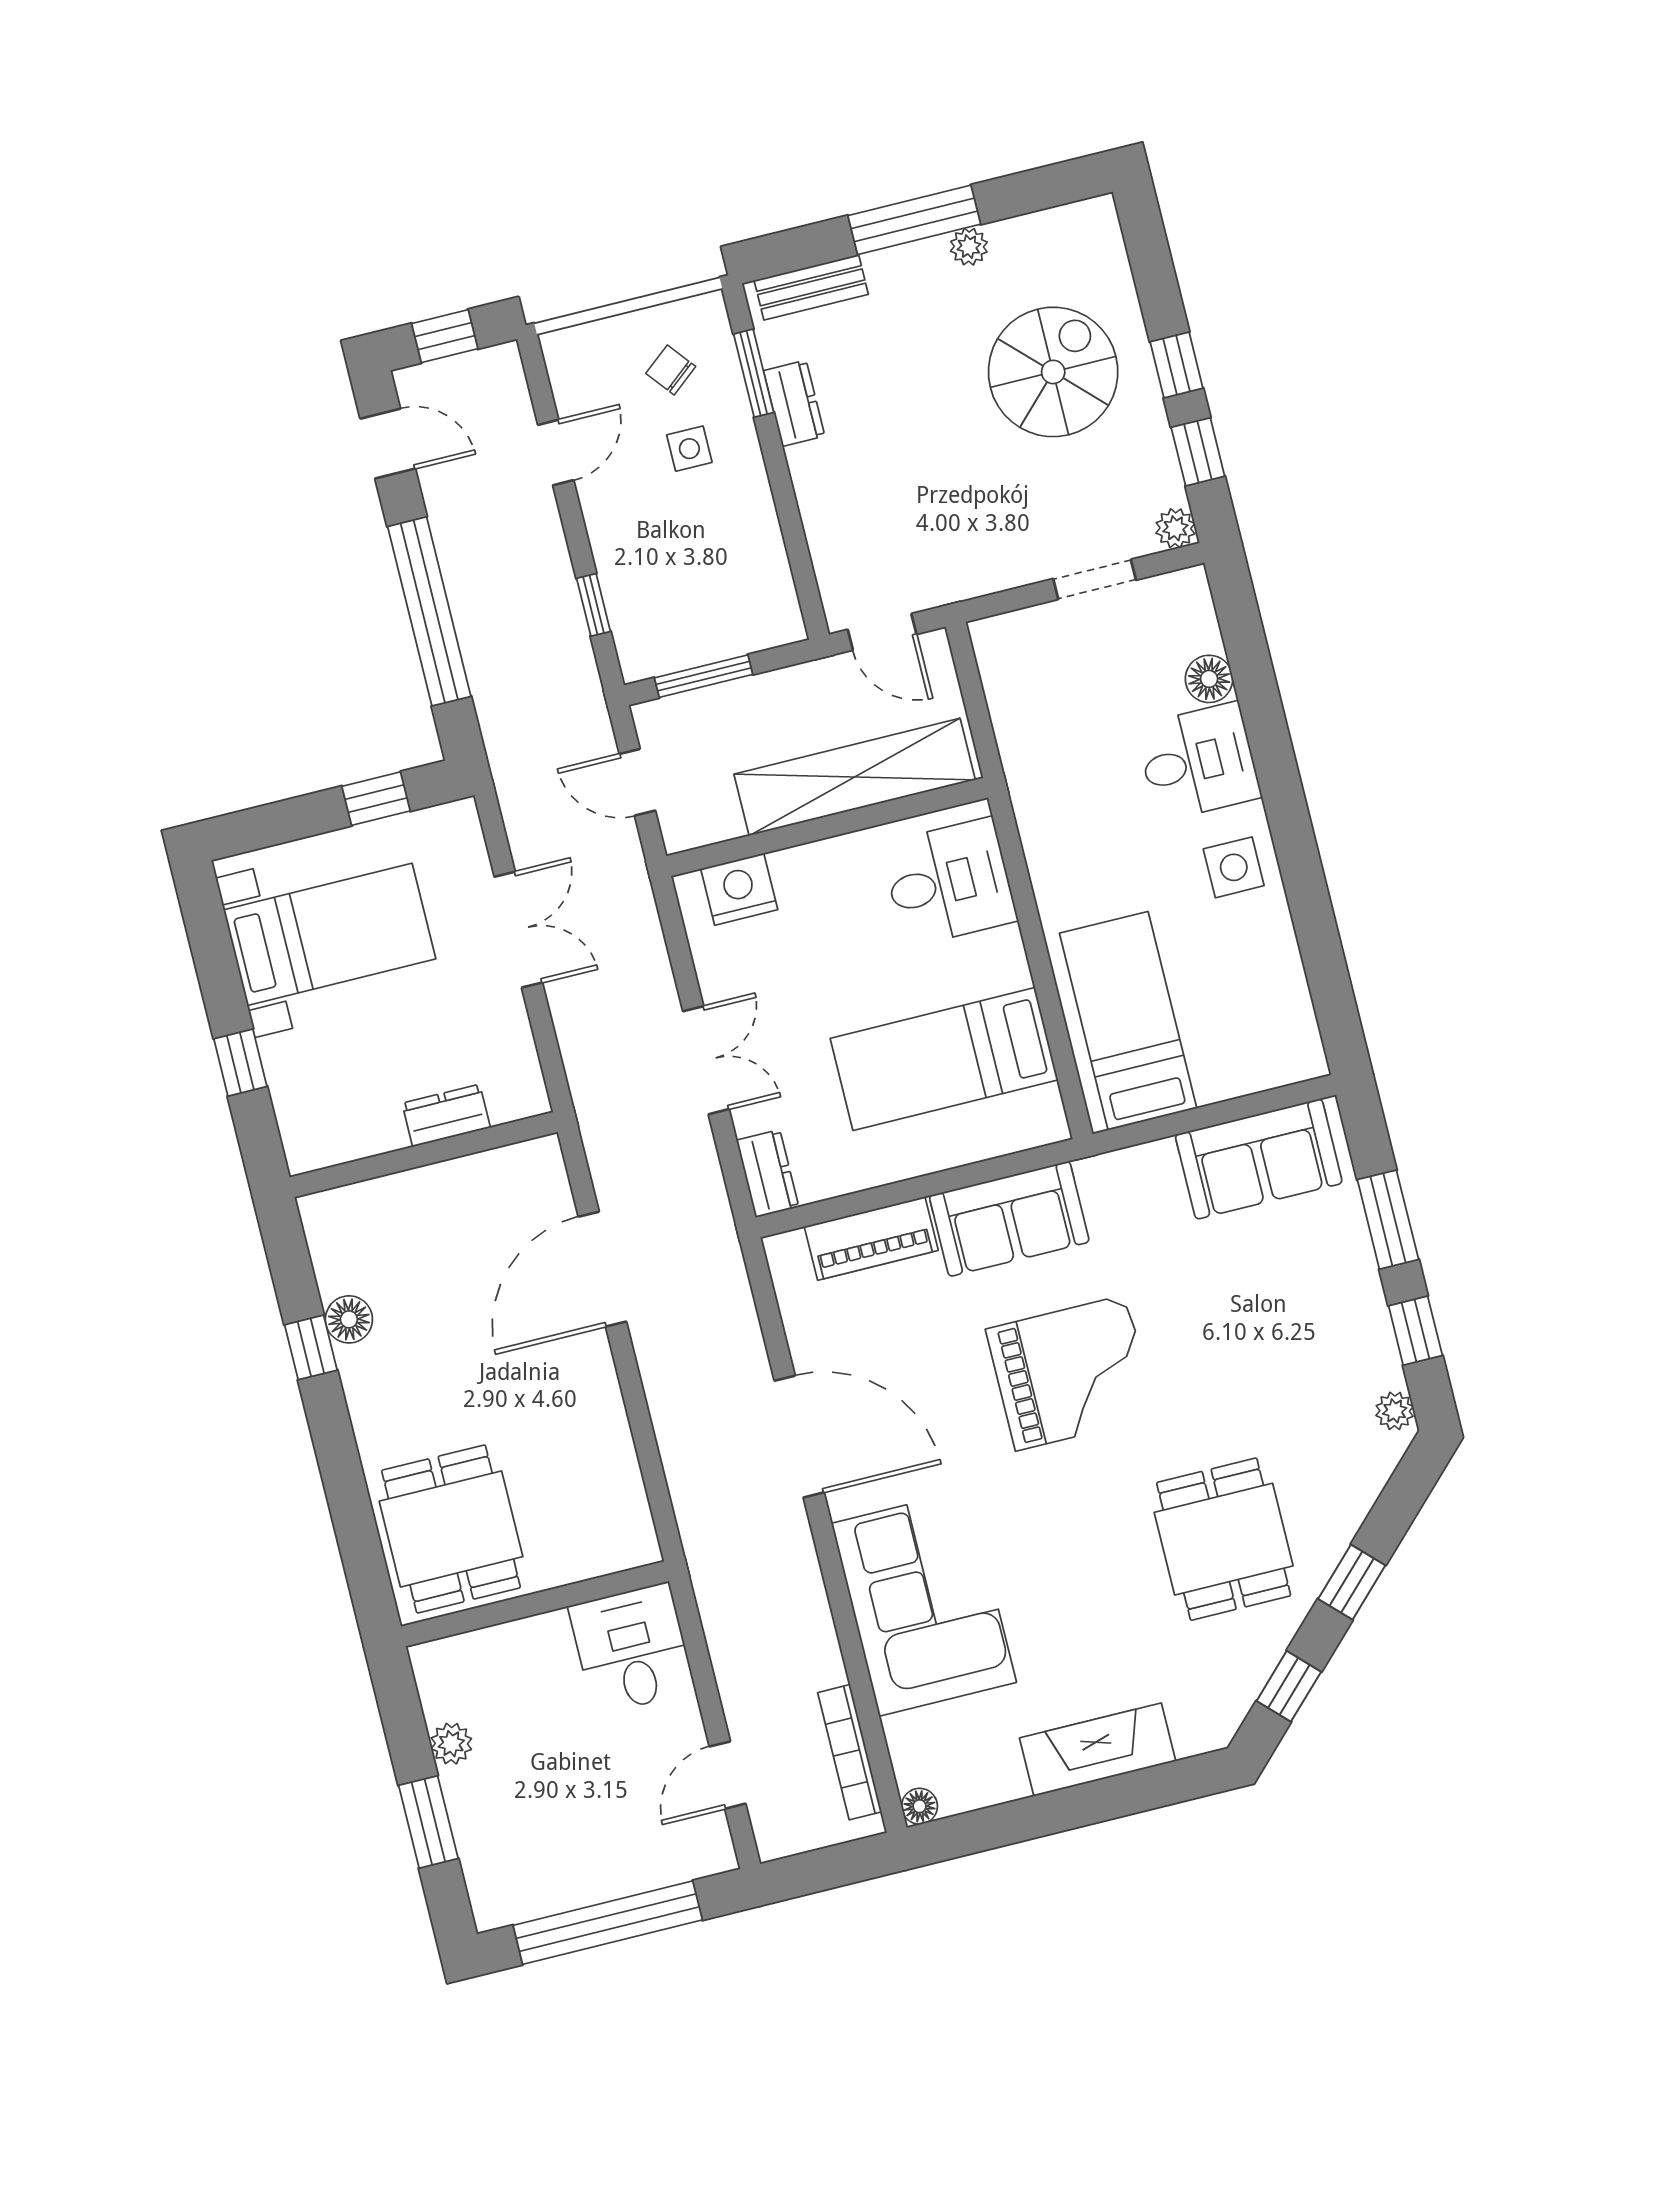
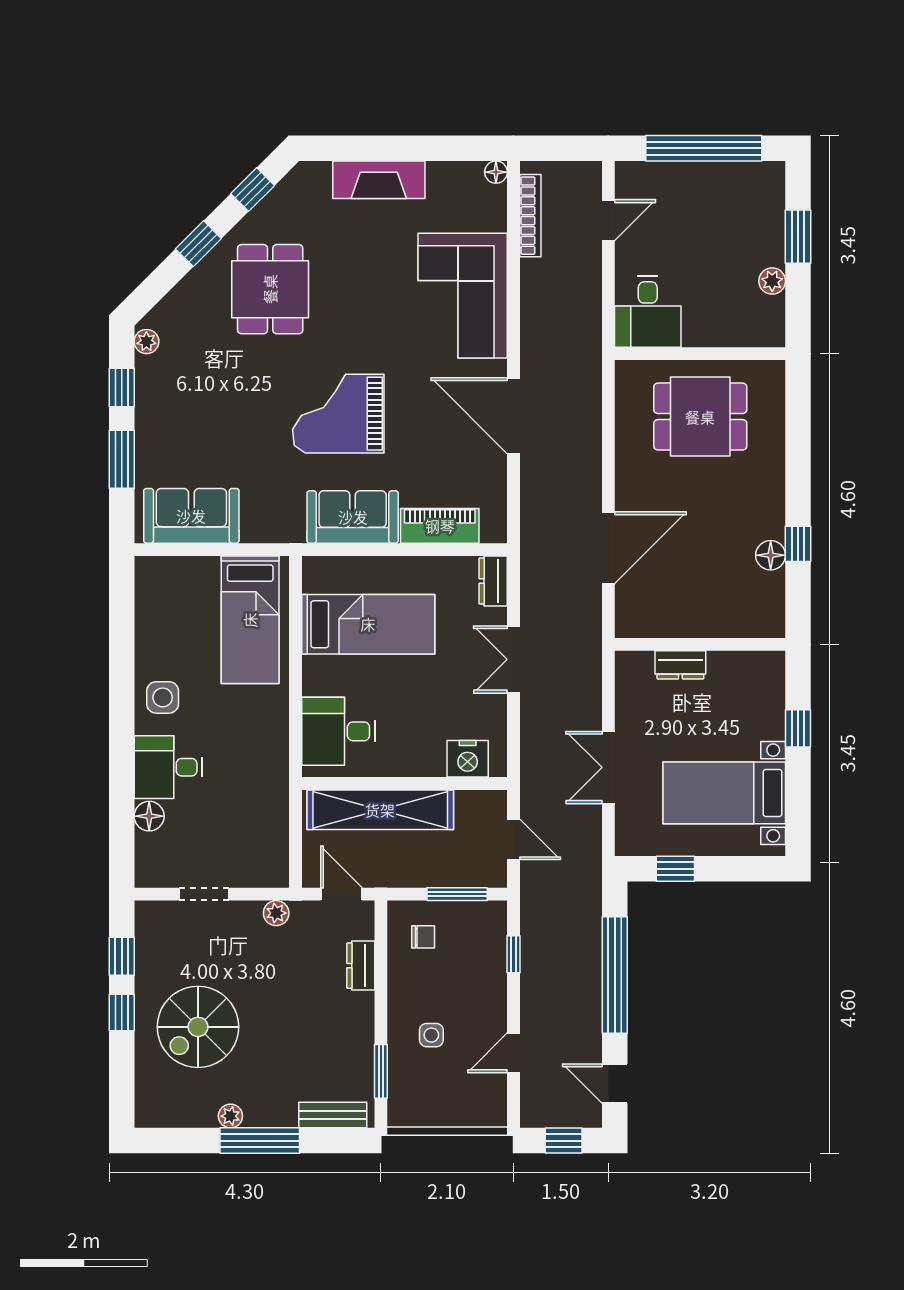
chair: (671, 370) -> (423, 937), moved, turned -51
dresser: (794, 403) -> (361, 966), moved
plant: (1175, 528) -> (276, 913), moved
dining table: (451, 1529) -> (700, 417), moved, turned 90

